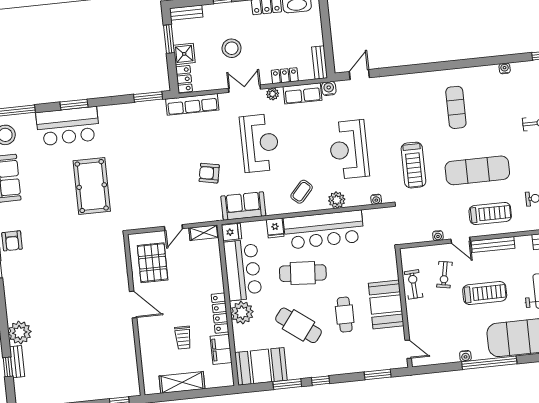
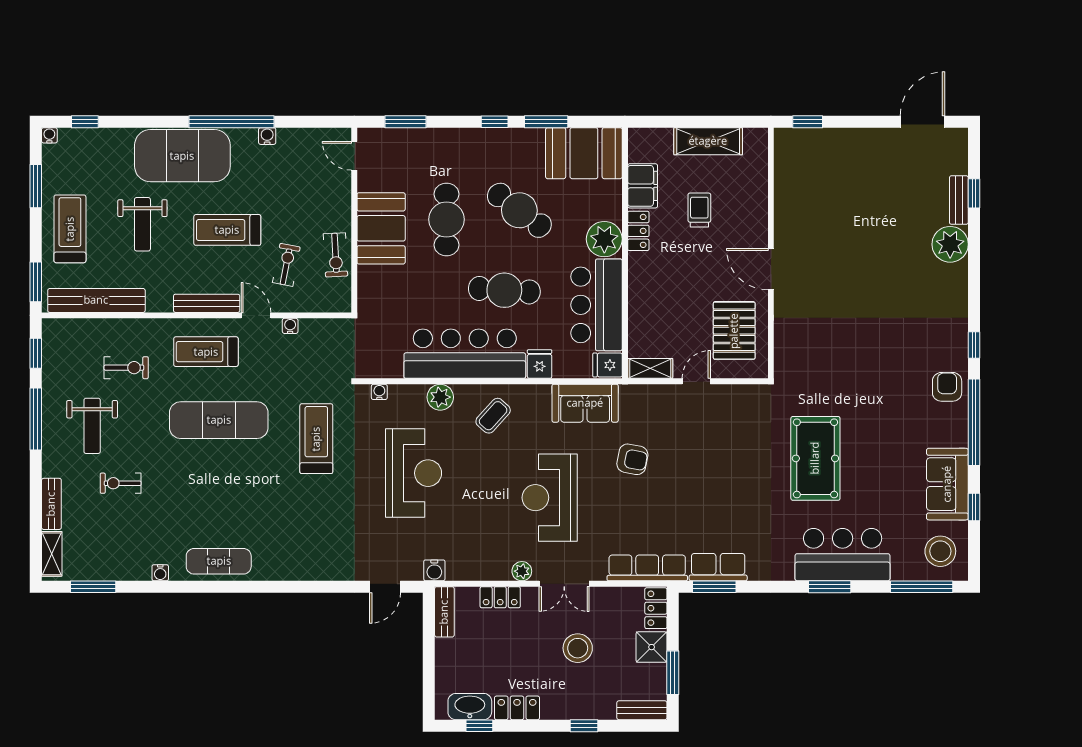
row of seats: (302, 93) -> (718, 567), moved
exercise mat: (456, 107) -> (219, 561), moved, turned 90
locker: (220, 313) -> (638, 231), width x0.66
cafe table: (345, 315) -> (447, 219), width x1.37, depth x1.35

